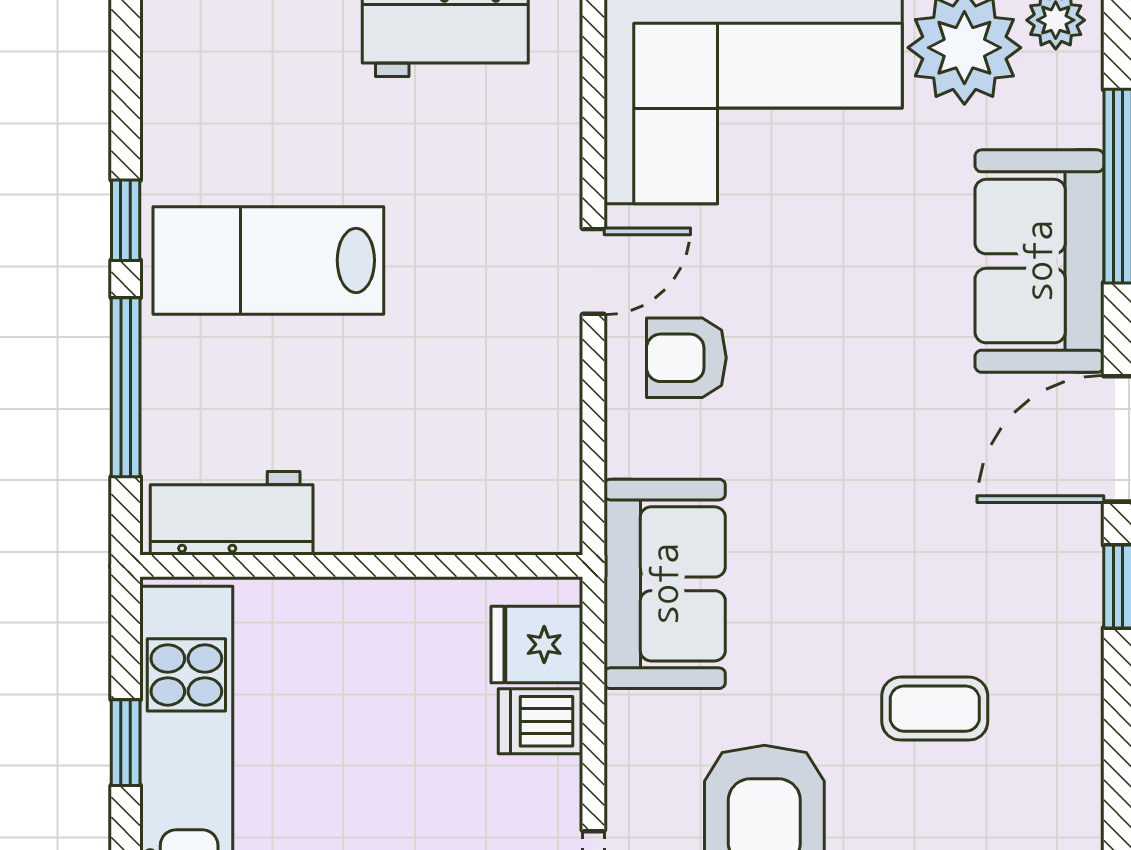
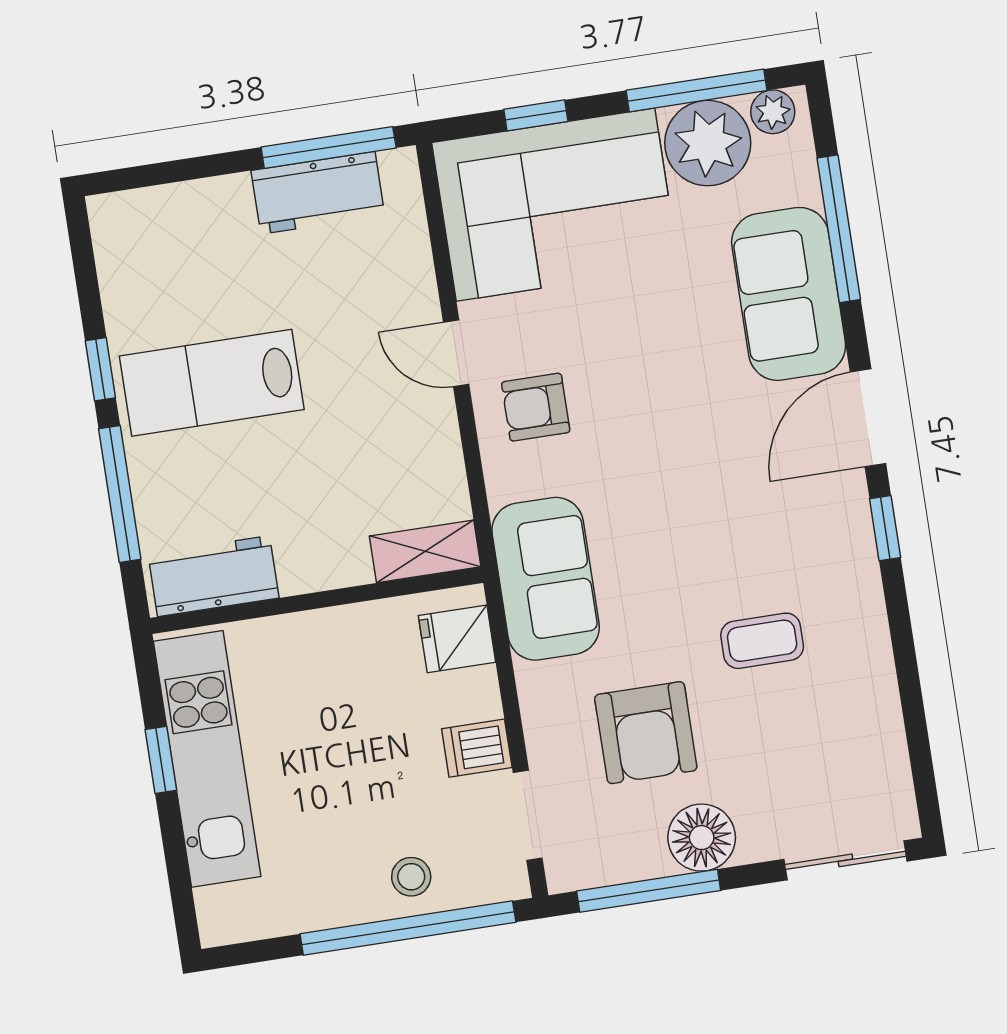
door: (593, 271) -> (456, 353), swing flipped
shelving: (513, 524) -> (425, 551), added
dishwasher: (541, 721) -> (477, 748), moved

